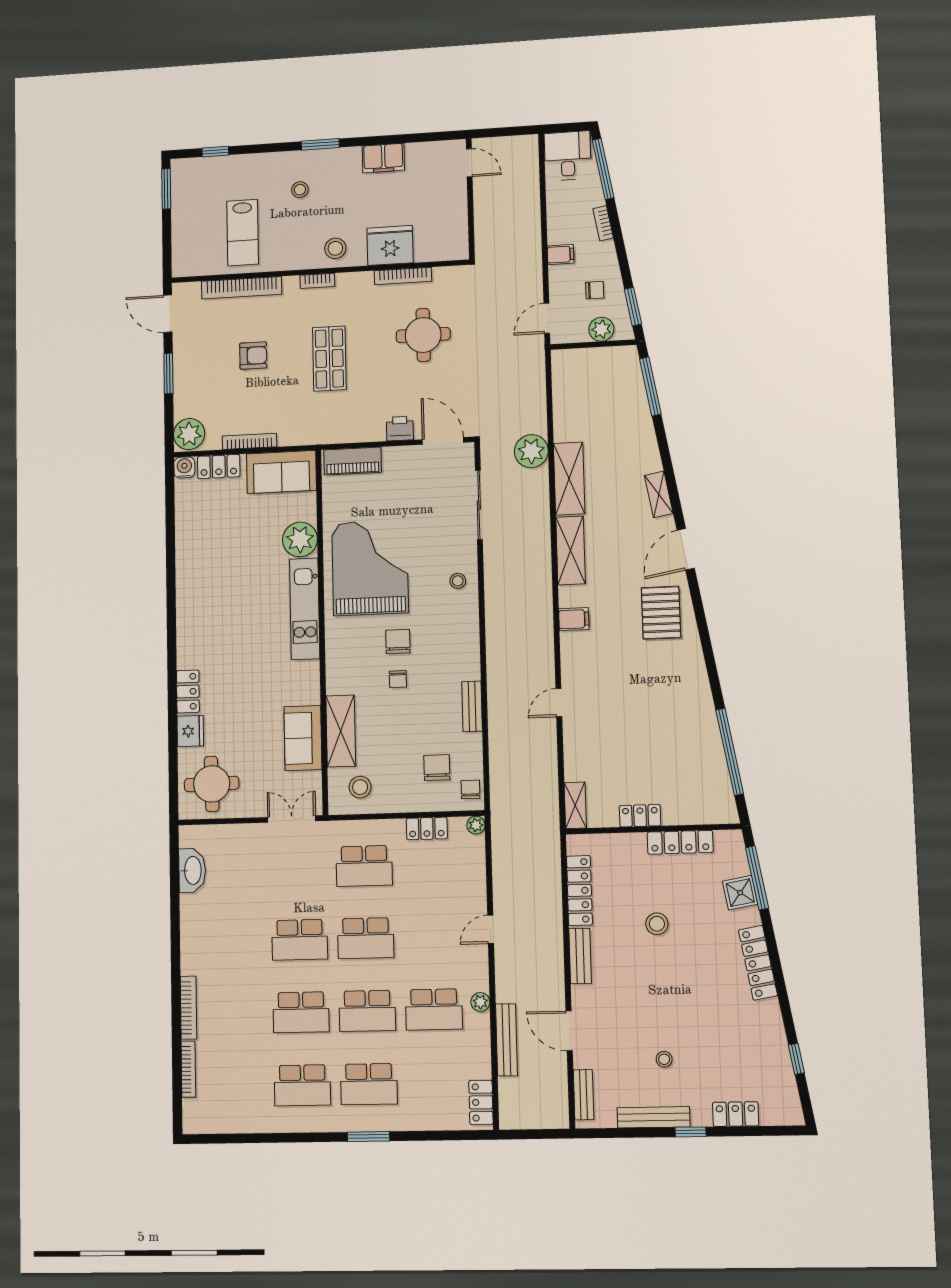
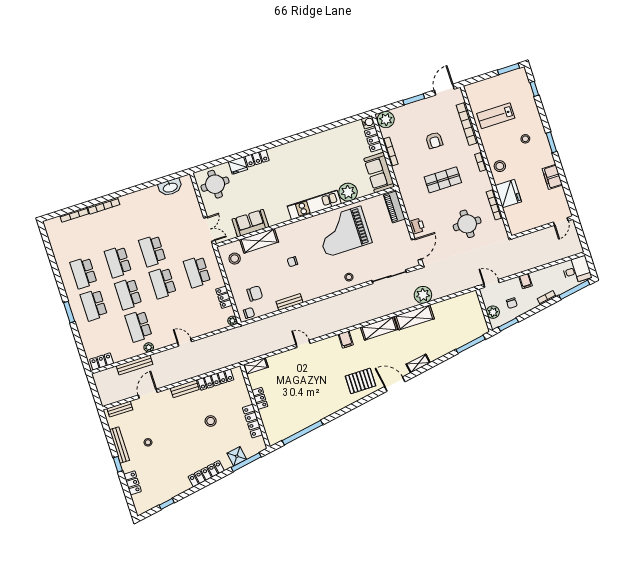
grand piano: (370, 568) -> (344, 232), turned 180
chair: (398, 642) -> (311, 256), removed

